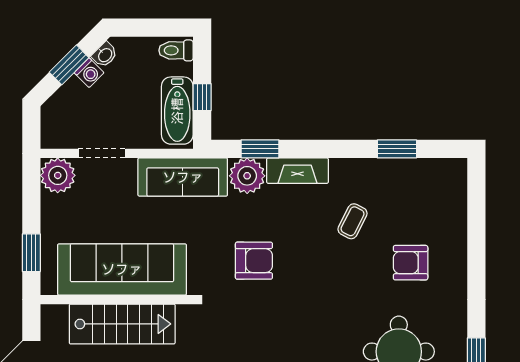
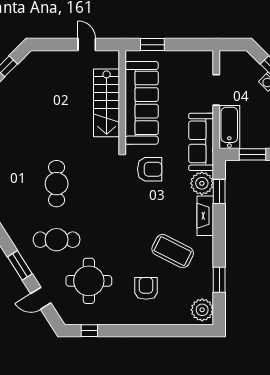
window: (202, 97) -> (252, 154), width x1.50
bathtub: (177, 111) -> (229, 127), moved, turned 90
plant: (58, 175) -> (202, 310), moved
coffee table: (353, 221) -> (173, 251), width x1.86, depth x1.72
armchair: (254, 261) -> (150, 169), moved, turned -90

